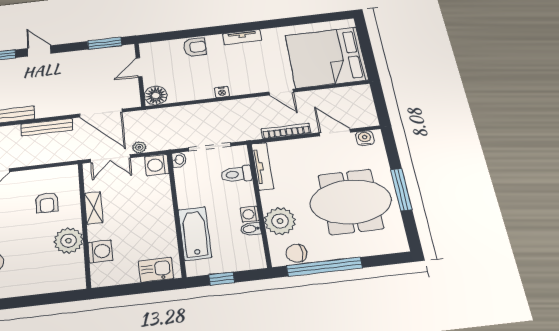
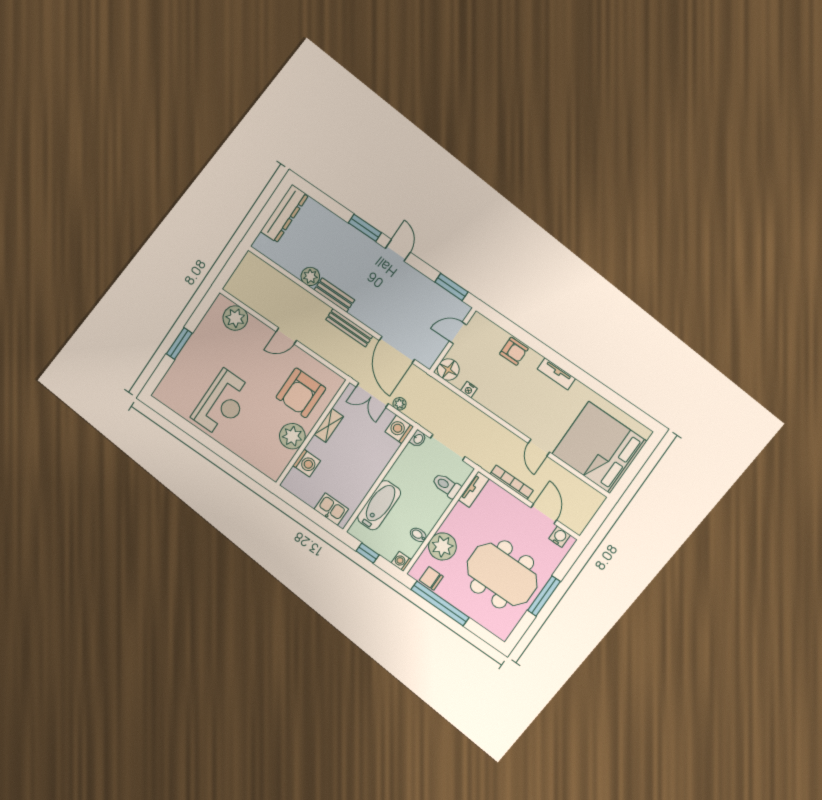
nightstand: (222, 92) -> (469, 390), moved
tv unit: (262, 166) -> (474, 489), width x0.71
armchair: (47, 203) -> (301, 393), width x1.88, depth x1.88
washing machine: (250, 214) -> (401, 561), moved

